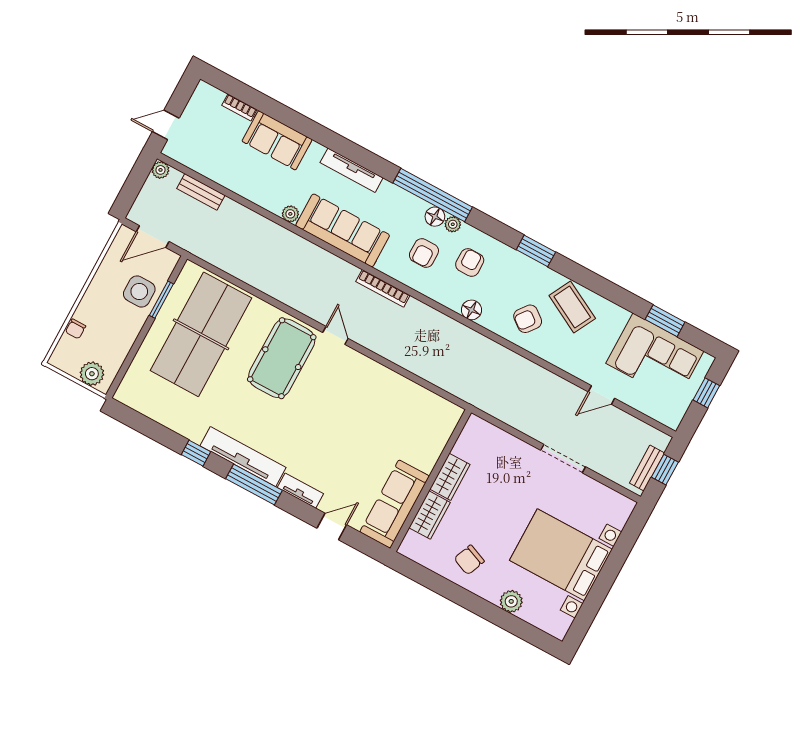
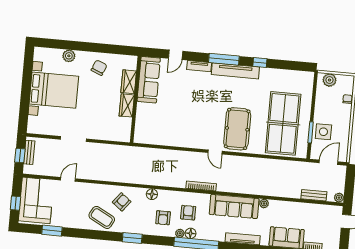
corner sofa: (655, 357) -> (36, 200), moved, turned 90

